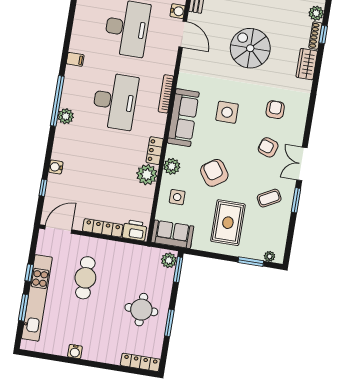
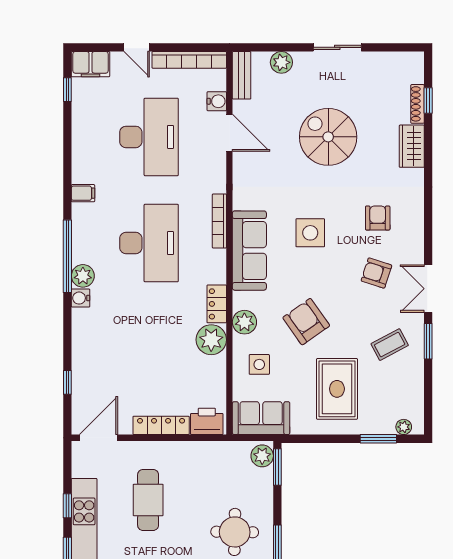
plant: (316, 13) -> (413, 72), removed
water cooler: (56, 167) -> (81, 298), moved

